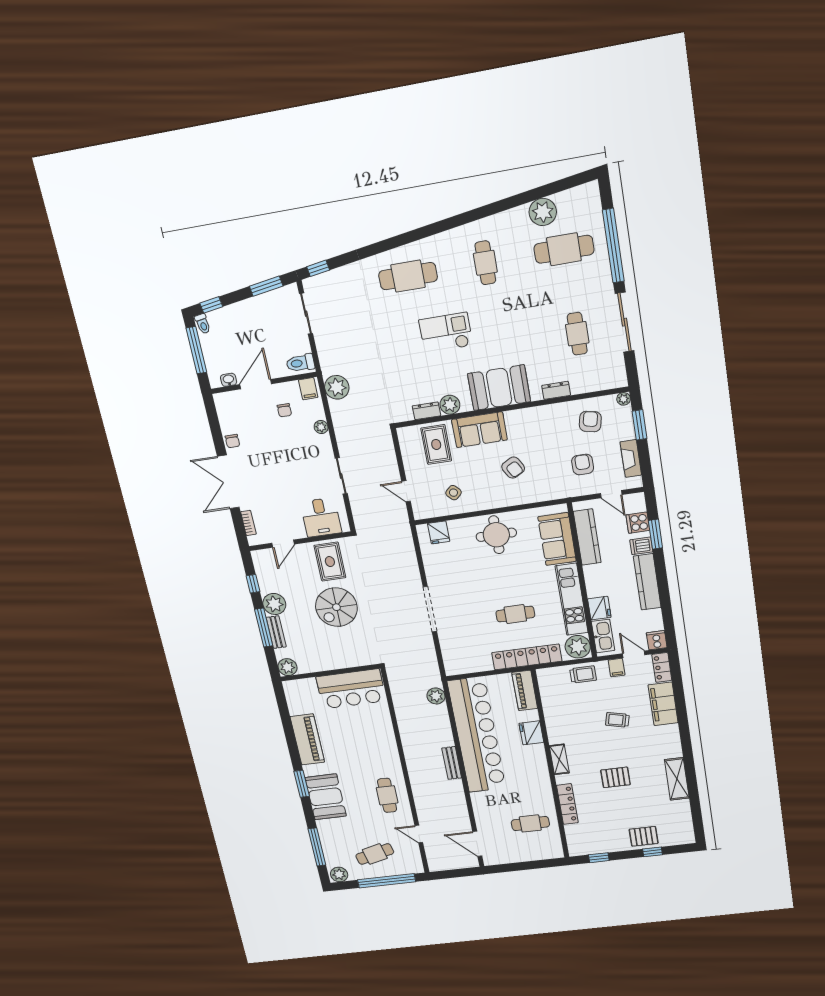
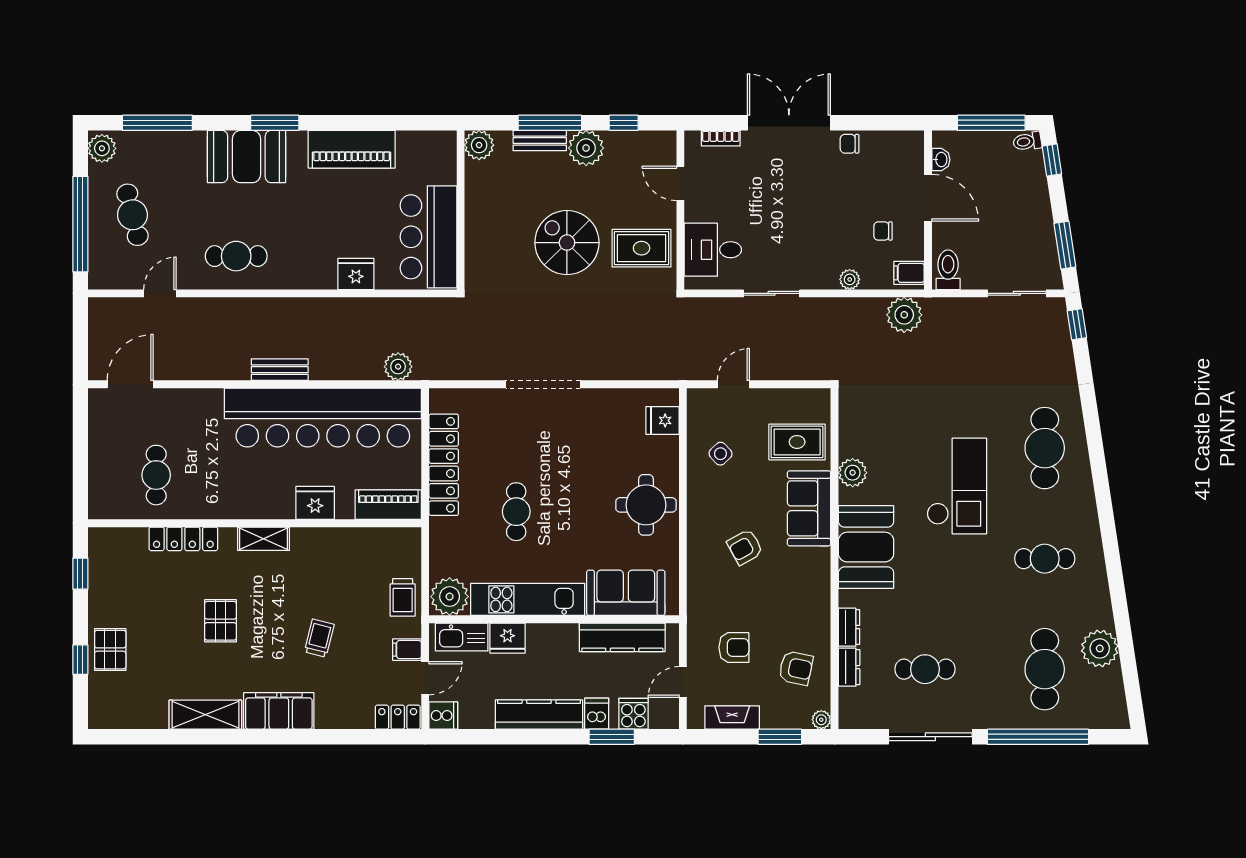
checkout: (446, 333) -> (957, 486), width x1.36, depth x1.21
dresser: (426, 411) -> (849, 667), moved
locker: (527, 657) -> (444, 465), moved
filing cabinet: (663, 704) -> (279, 711), moved
fridge: (383, 727) -> (356, 274), added

